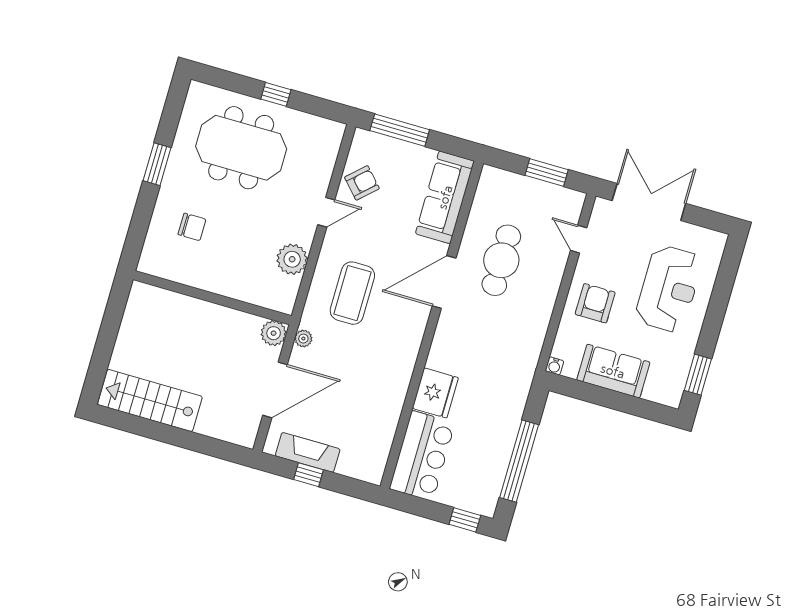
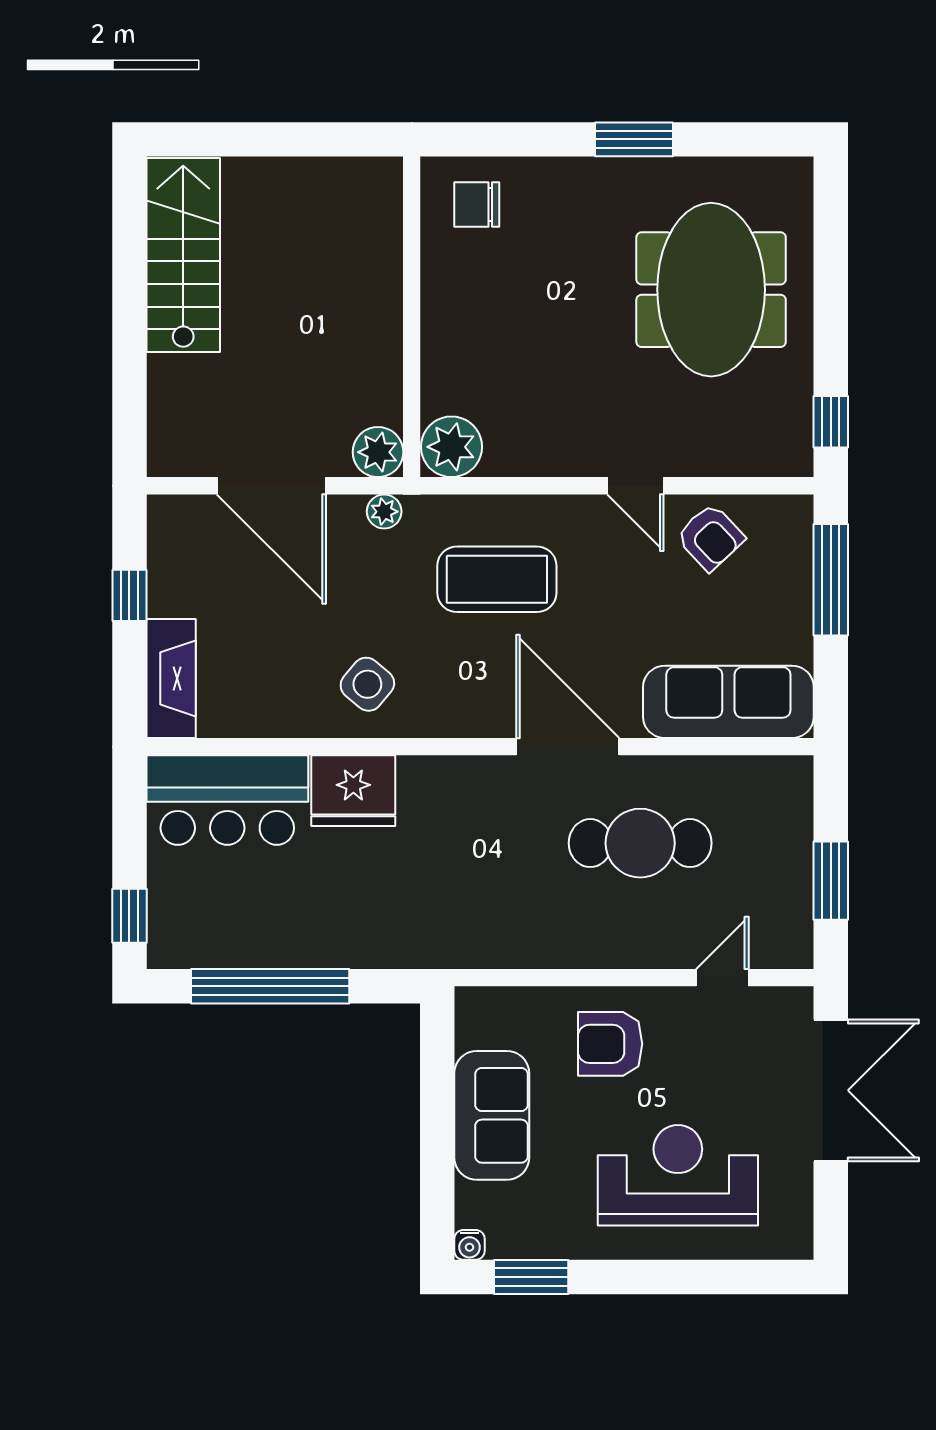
window: (276, 94) -> (831, 422), moved
chair: (192, 227) -> (477, 204), moved, turned 90
plant: (292, 259) -> (451, 447), moved
reception desk: (669, 289) -> (678, 1175), turned 180
armchair: (595, 303) -> (610, 1044), turned 180
water cooler: (555, 366) -> (469, 1245), moved, turned -90
side table: (385, 371) -> (367, 684), added
fireplace: (308, 452) -> (171, 678), moved

